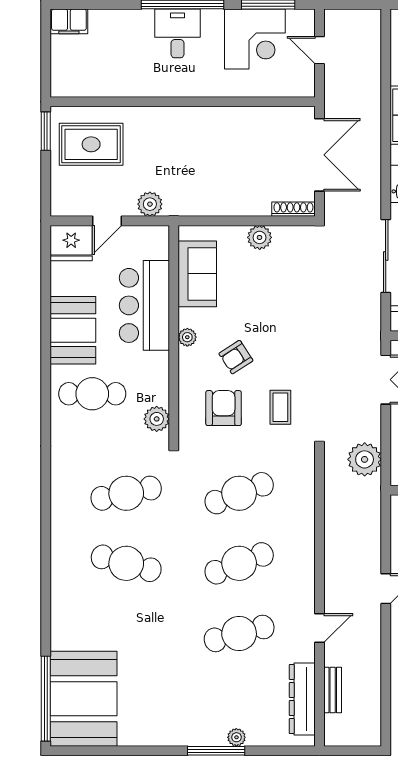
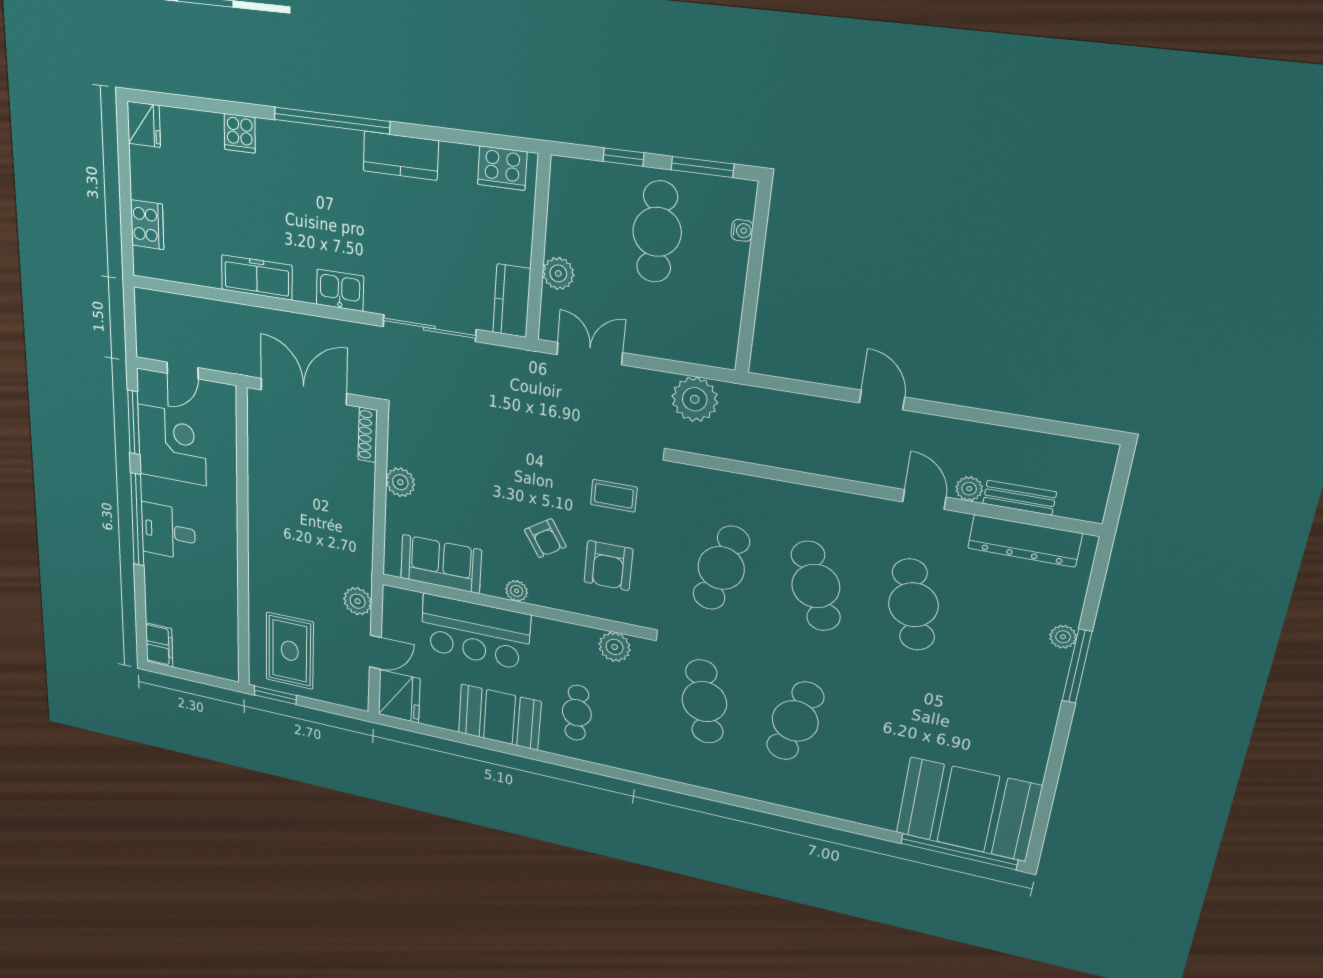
door: (107, 221) -> (375, 652), hinge flipped
cafe table: (92, 394) -> (577, 713), width x0.73, depth x0.74
armchair: (224, 408) -> (608, 566), turned -90
cafe table: (239, 493) -> (721, 568), turned 36
plant: (333, 656) -> (969, 489), added

